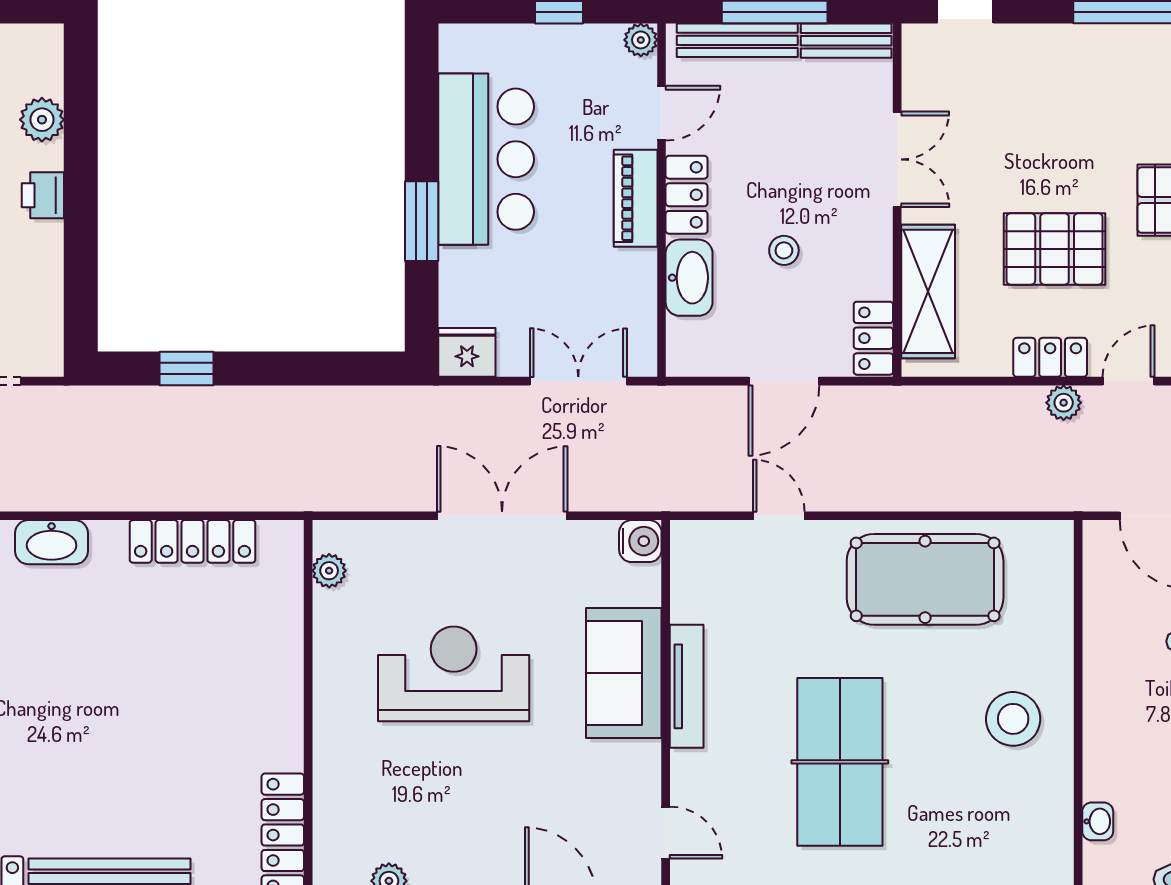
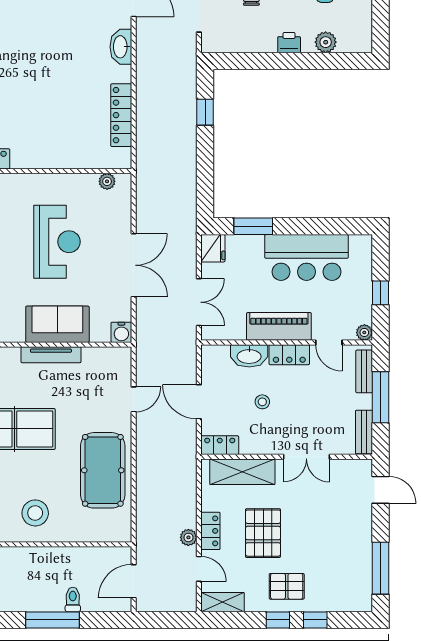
bench: (737, 40) -> (364, 371), width x0.73
piano: (636, 198) -> (279, 326), width x1.37, depth x1.33
window: (422, 221) -> (253, 226), moved

